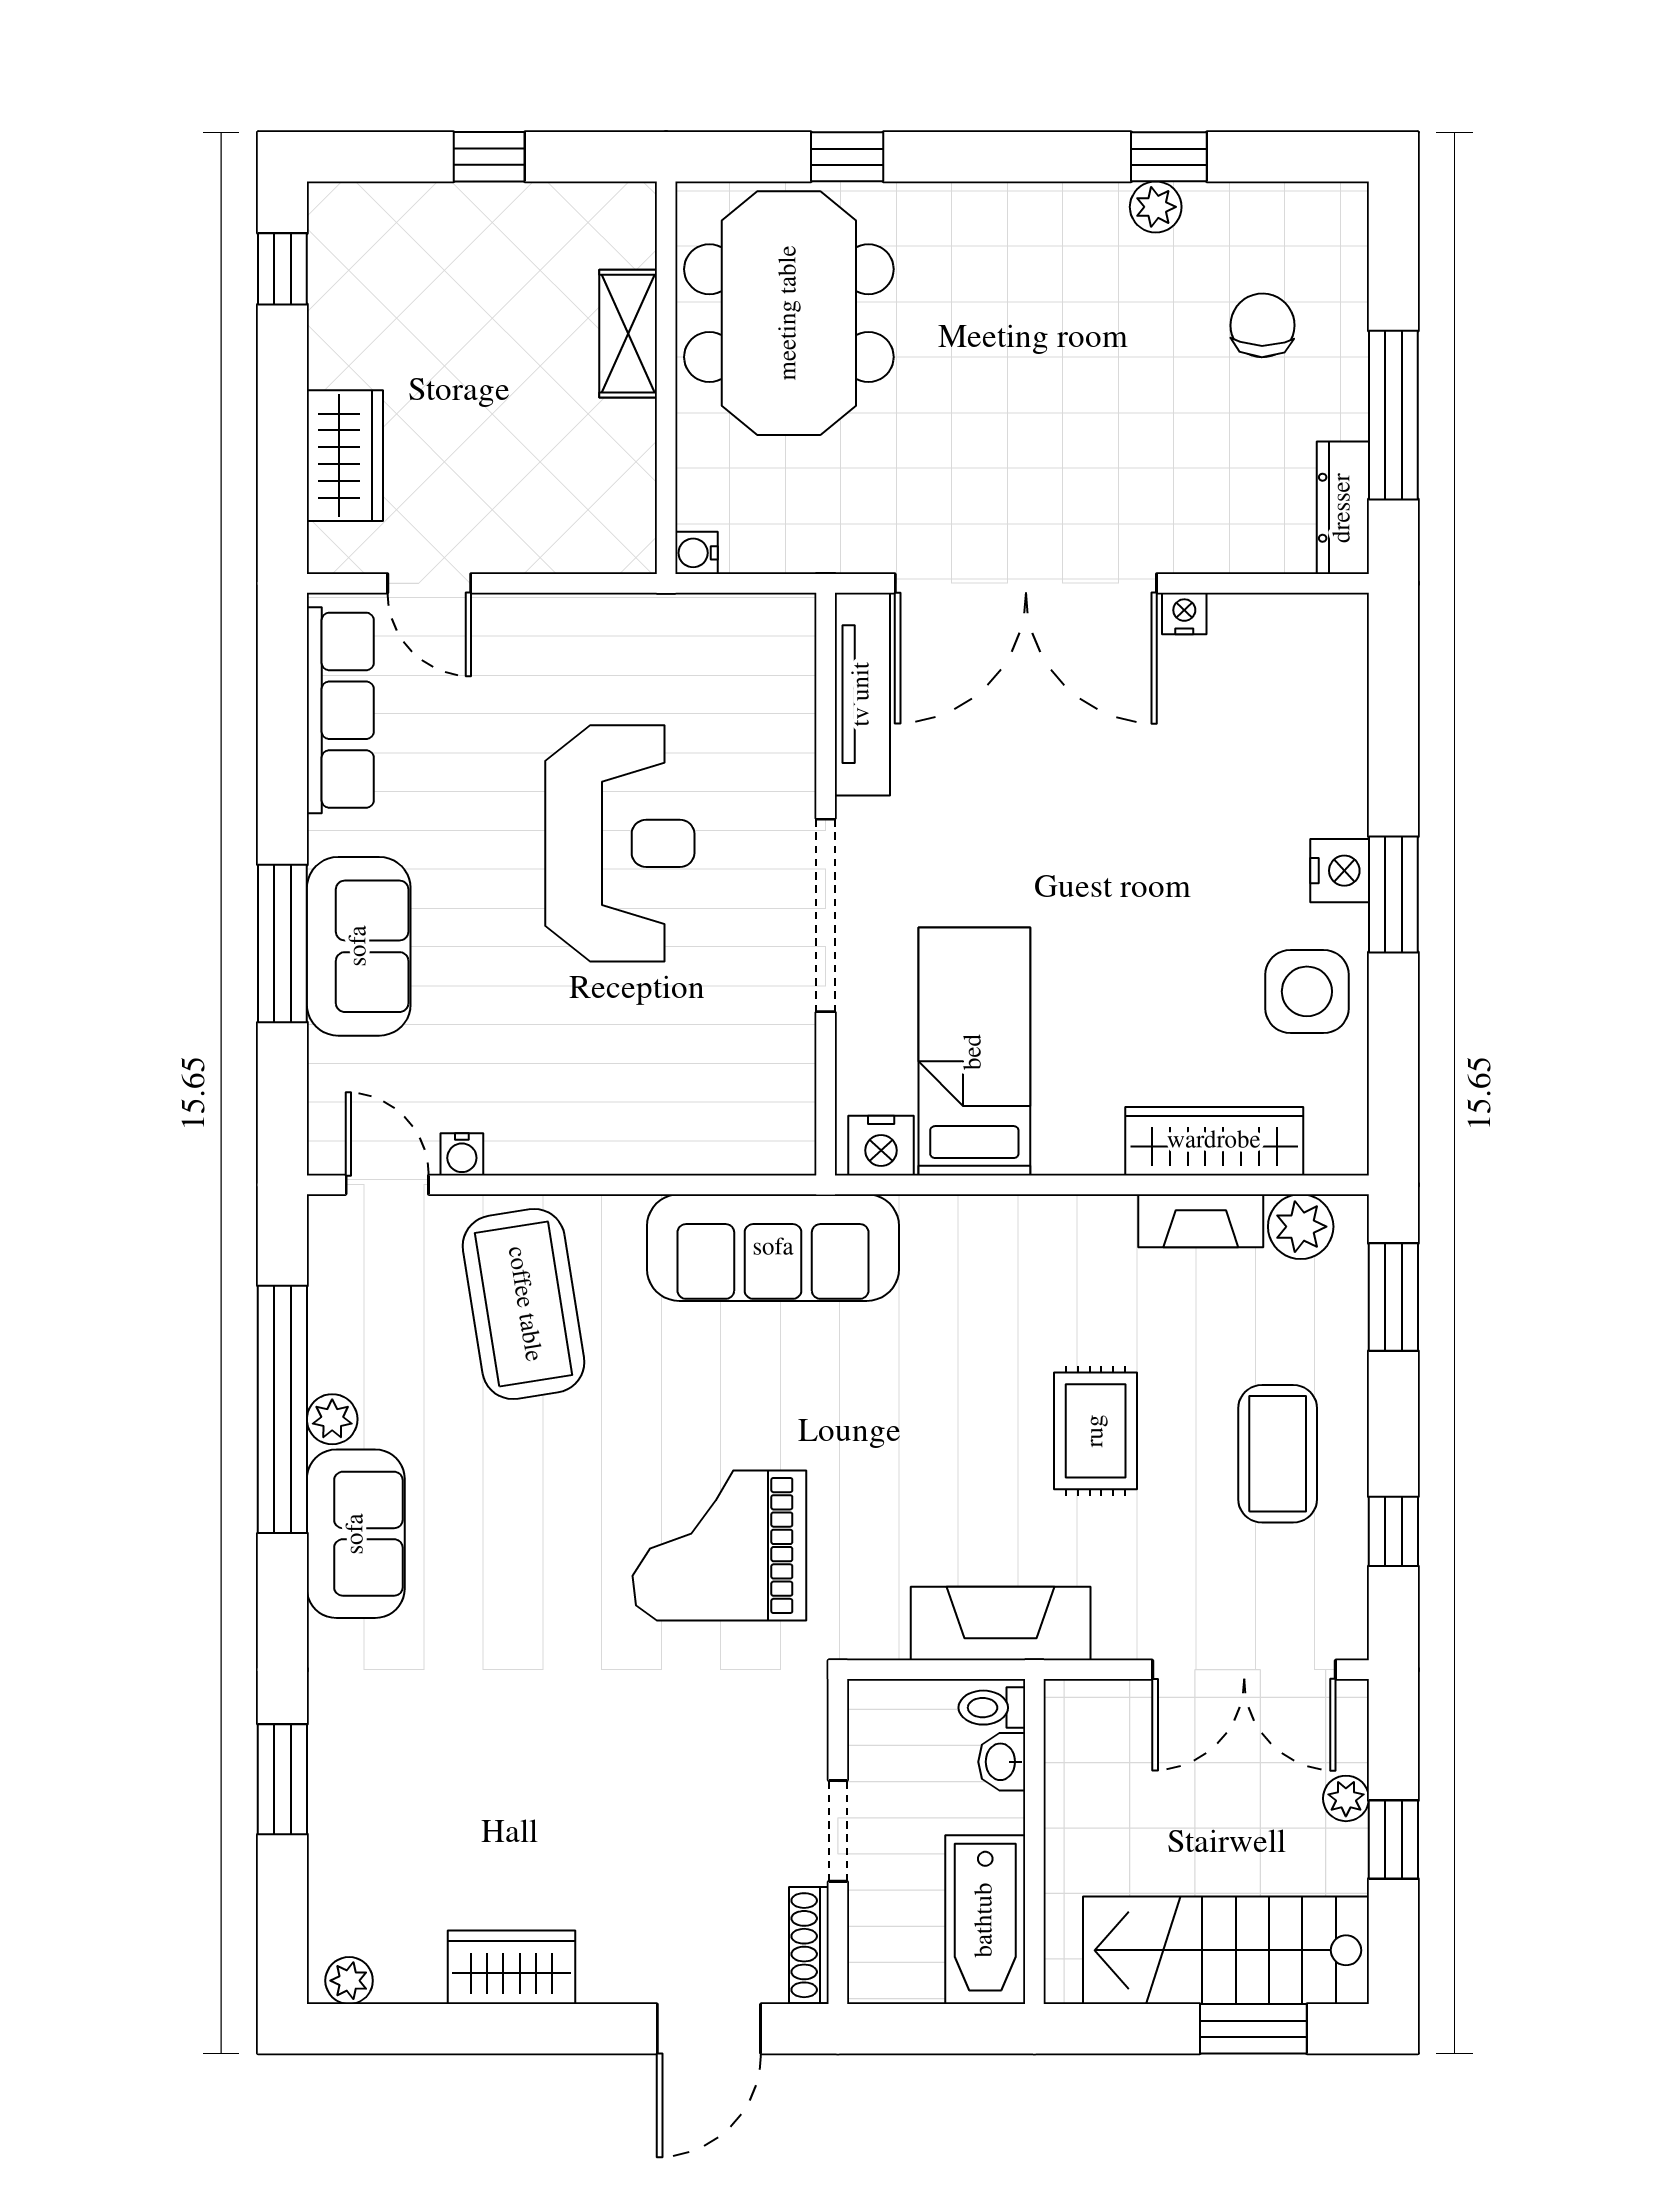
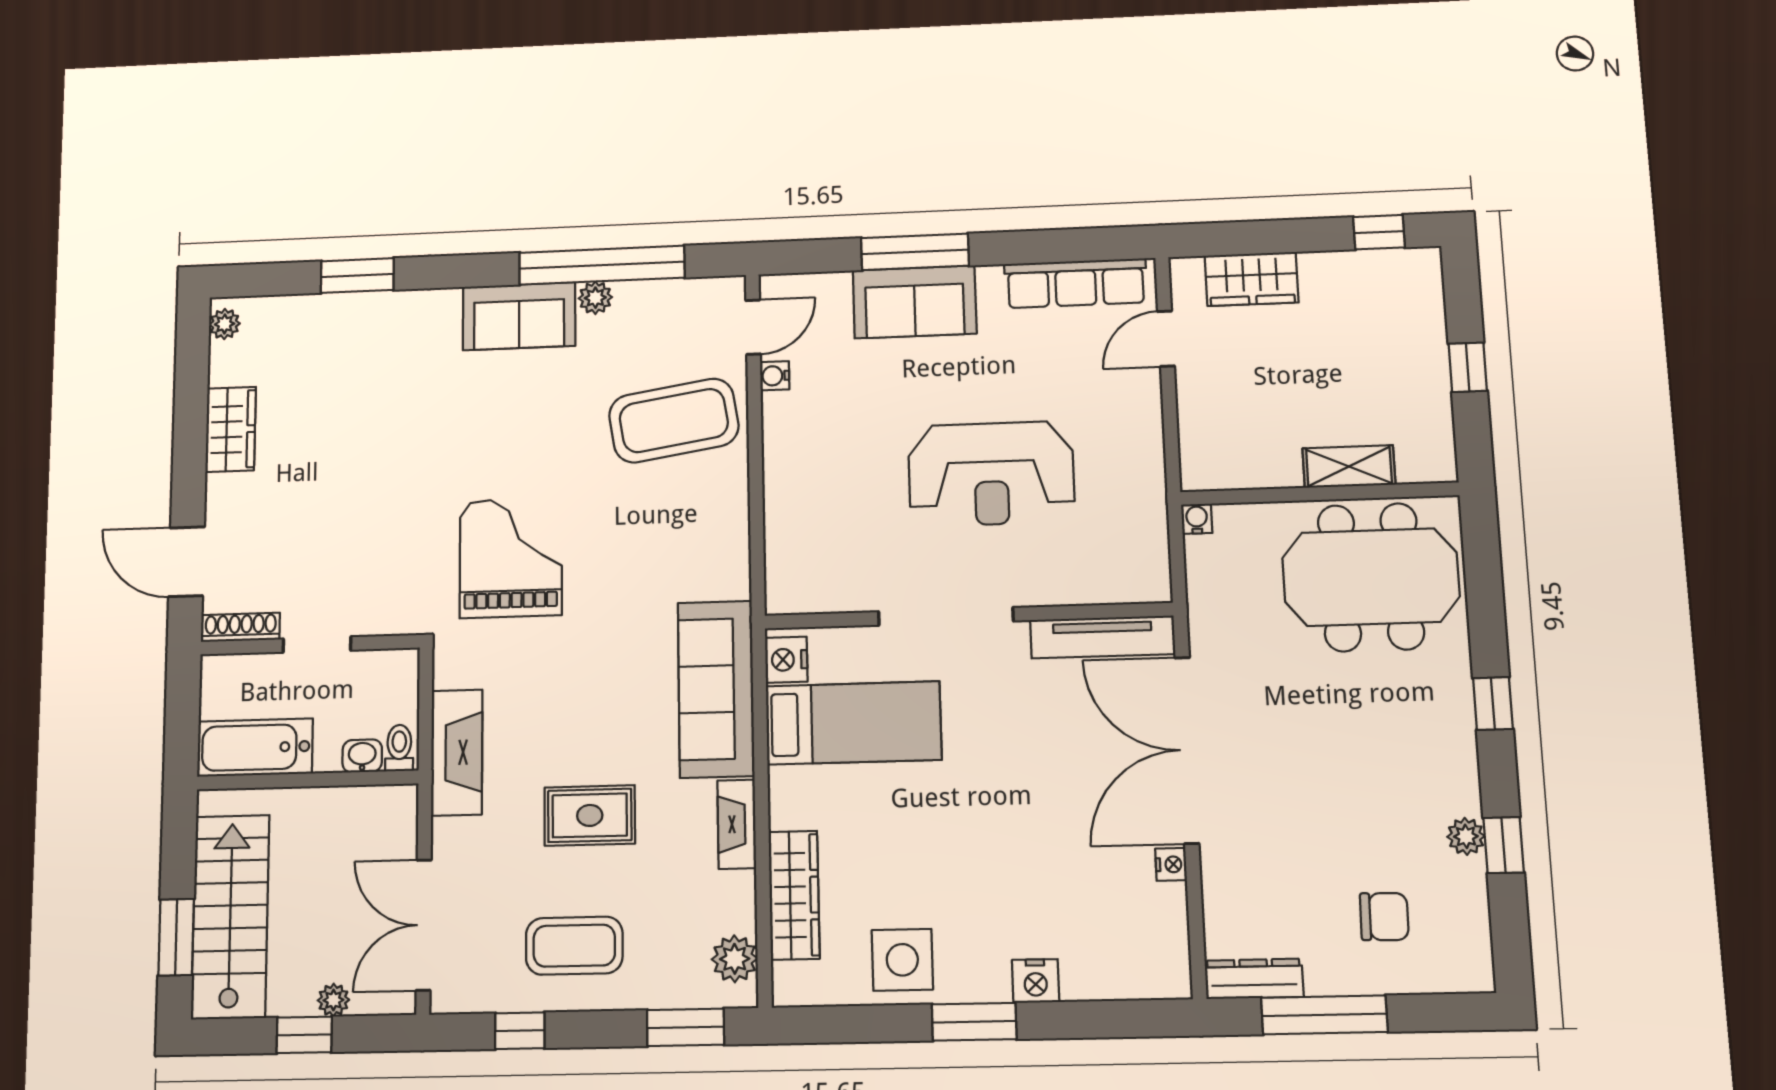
window: (847, 157) -> (1493, 703), moved
nightstand: (1340, 871) -> (1036, 981), moved
fireplace: (1201, 1221) -> (737, 824), moved
sofa: (773, 1248) -> (716, 689), moved

